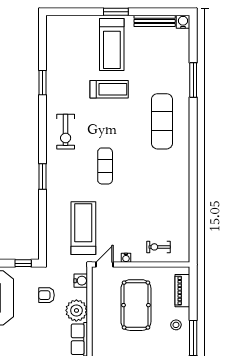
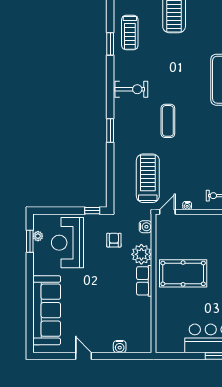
treadmill: (109, 89) -> (130, 33), moved, turned 90
exercise bike: (66, 132) -> (131, 89), turned -90
armchair: (47, 295) -> (114, 240), turned 90
pool table: (136, 305) -> (183, 273), moved, turned 90

